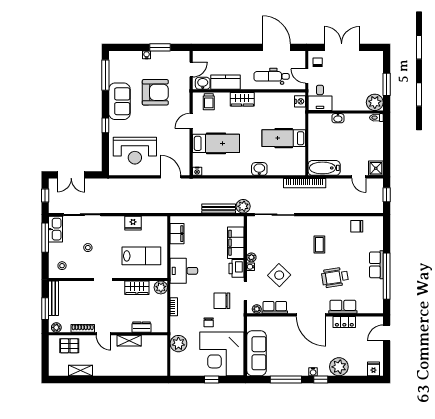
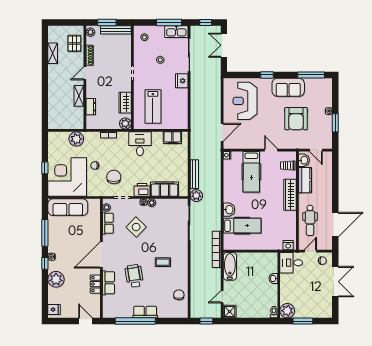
dental chair: (272, 76) -> (310, 220), turned 180
wardrobe: (242, 99) -> (290, 195), width x1.50
hospital bed: (284, 138) -> (242, 226), moved, turned 90
fridge: (133, 223) -> (182, 81), moved

